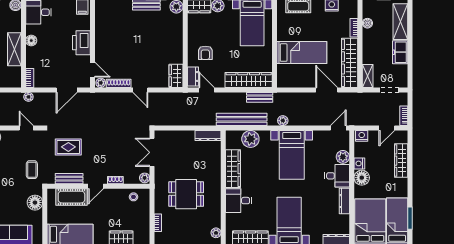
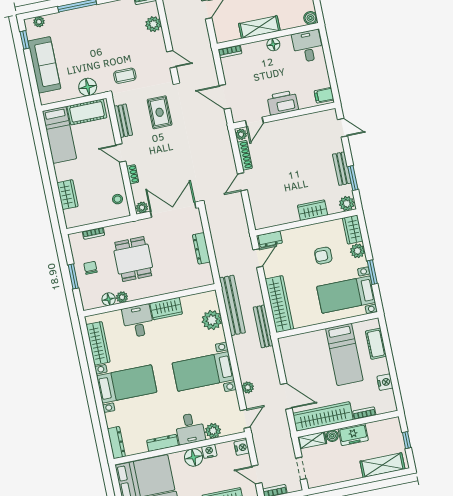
boiler: (367, 23) -> (332, 436), moved
freezer: (400, 52) -> (353, 435), moved, turned 180
armchair: (205, 53) -> (323, 256), moved
bed: (302, 53) -> (344, 354), moved
wardrobe: (176, 76) -> (313, 210), moved
door: (327, 90) -> (286, 396), hinge flipped
plant: (28, 97) -> (208, 55), removed
bench: (260, 97) -> (263, 326), width x1.36
plant: (283, 121) -> (248, 387), moved
door: (26, 128) -> (171, 59), hinge flipped
door: (338, 128) -> (245, 419), hinge flipped
dresser: (208, 135) -> (201, 248), moved
double door: (152, 152) -> (173, 210), width x1.37
wardrobe: (233, 169) -> (166, 309), width x0.67
cot: (71, 197) -> (87, 112), moved, turned 90
floor lamp: (215, 221) -> (109, 299), added
chair: (186, 231) -> (90, 268), added
plant: (216, 233) -> (122, 297), moved

